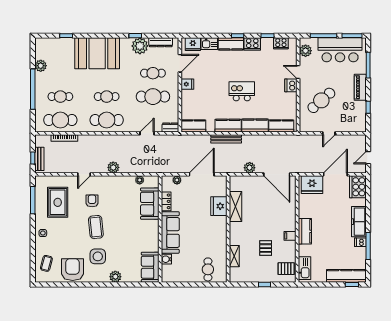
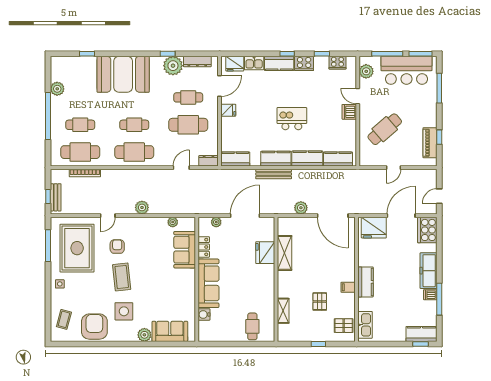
piano: (360, 87) -> (430, 143), moved
rug: (58, 202) -> (77, 248), width x1.37, depth x1.44
sofa: (150, 267) -> (170, 331), moved, turned 90
kitchen counter: (346, 276) -> (421, 334), width x0.67

